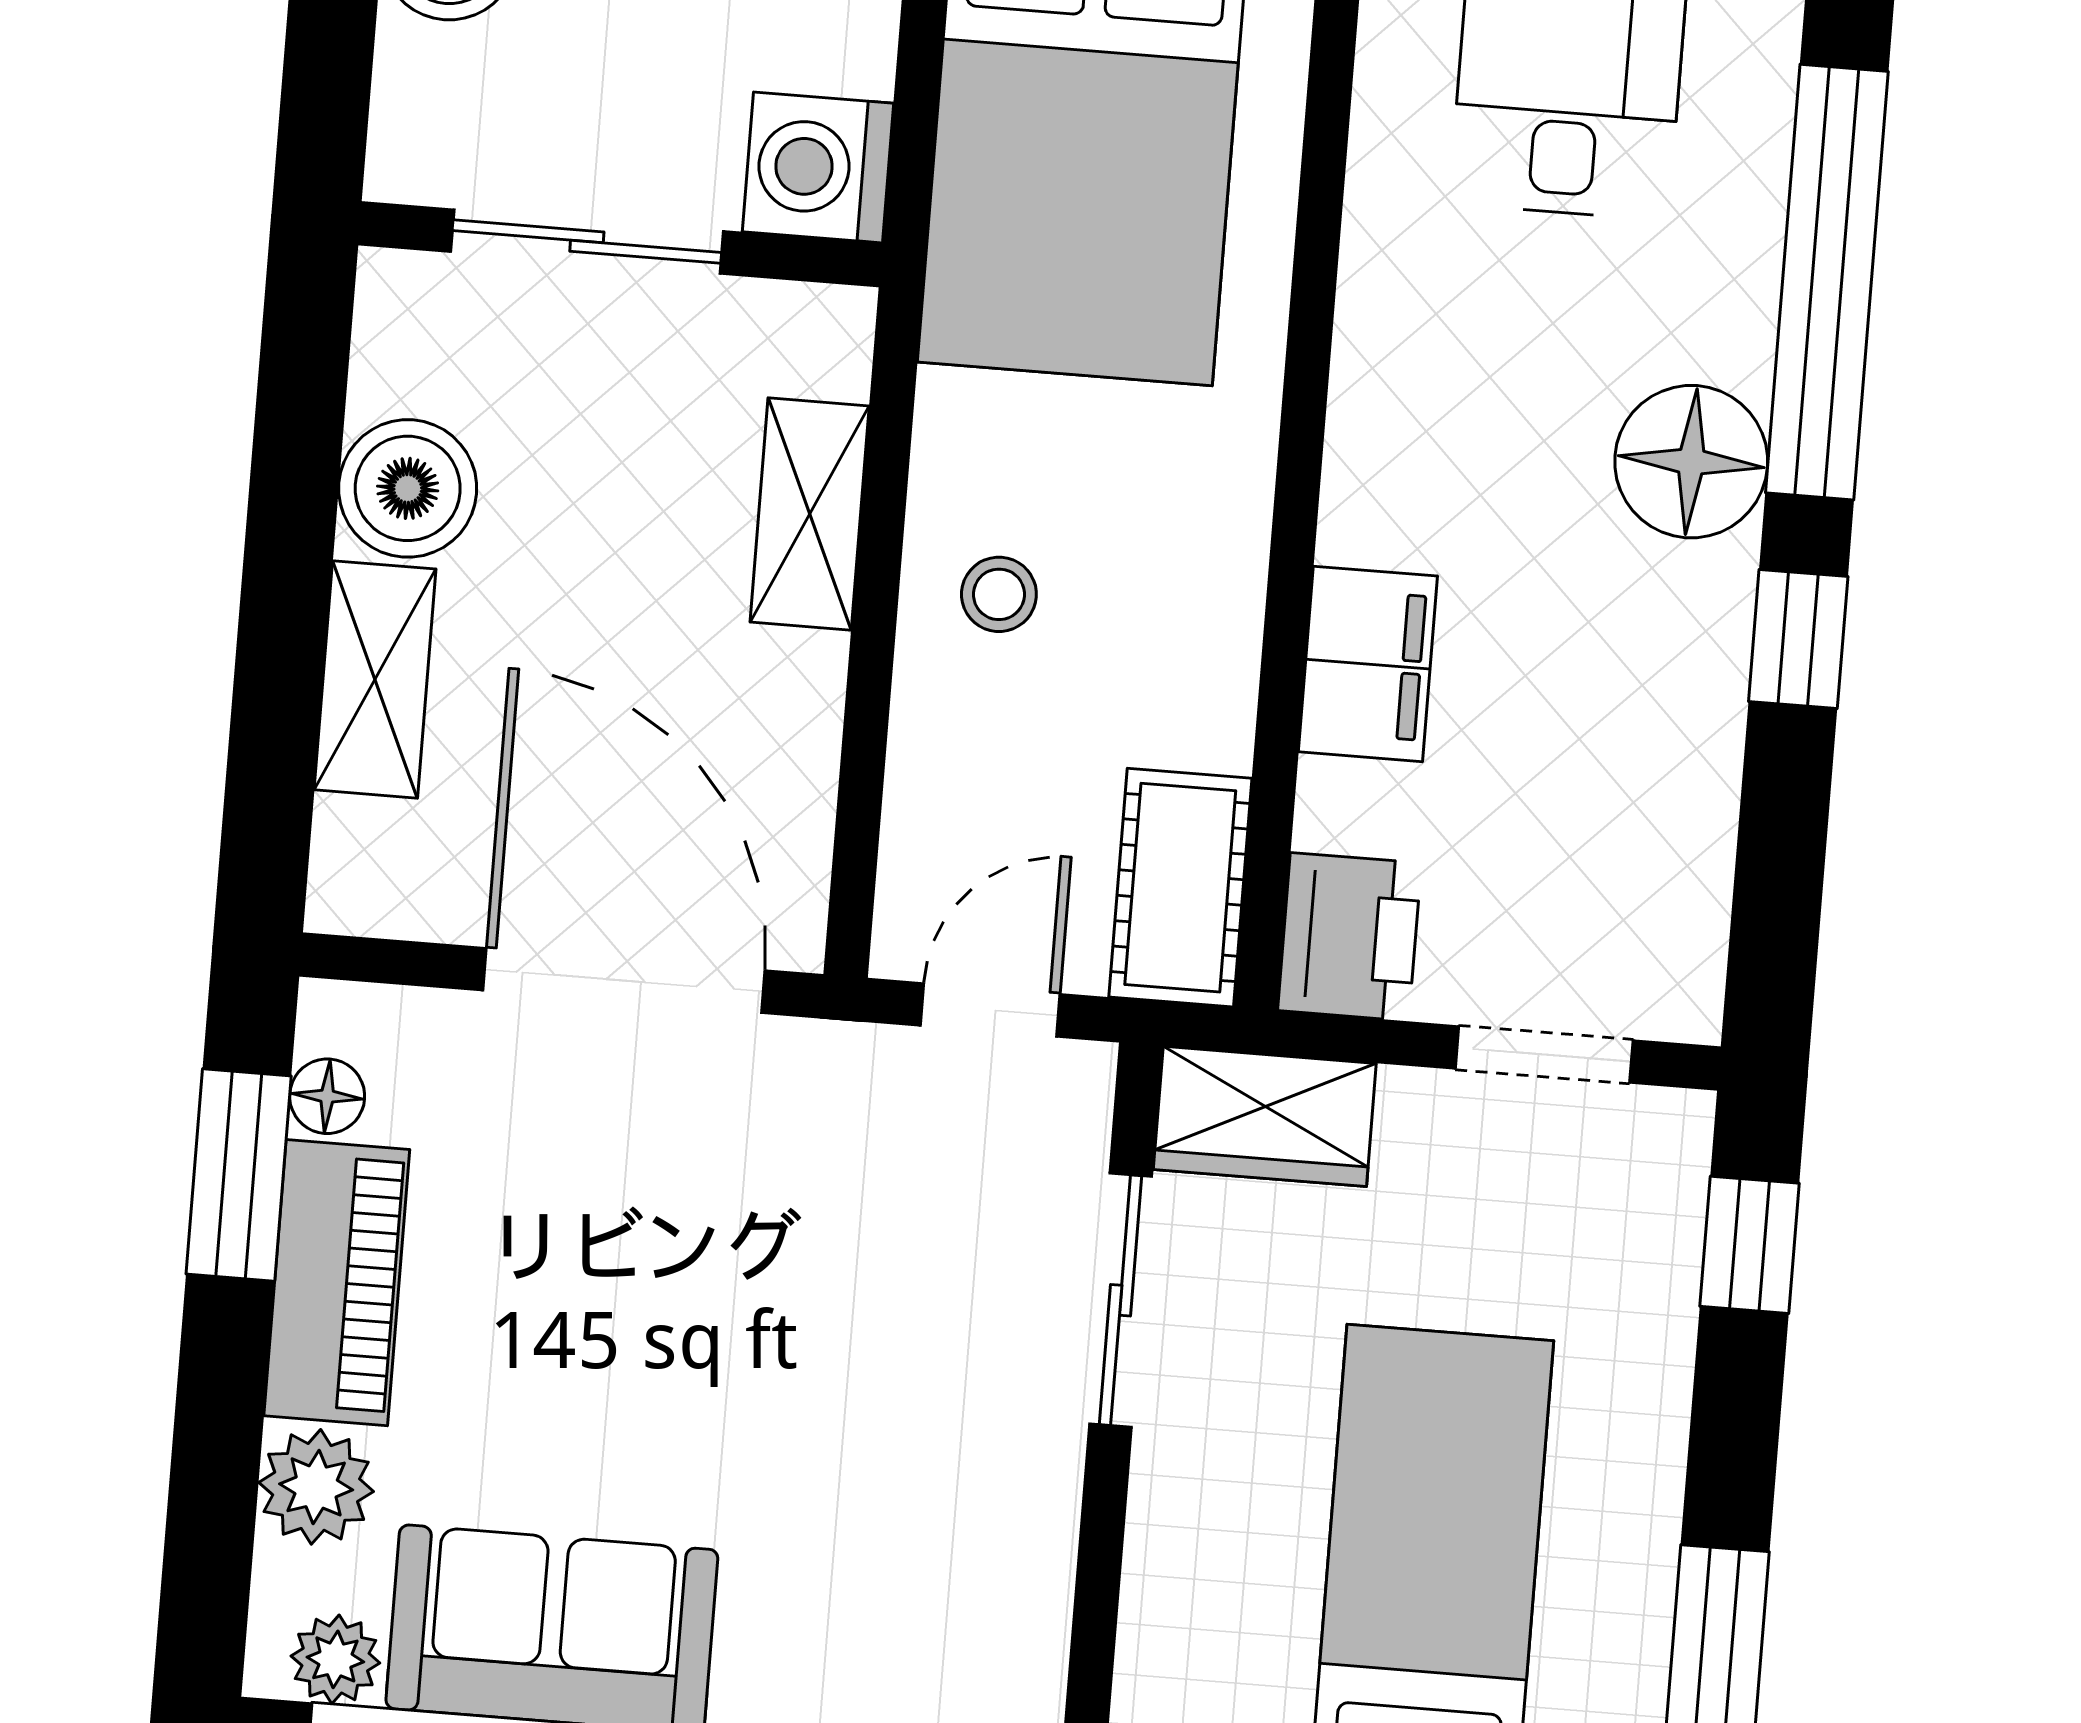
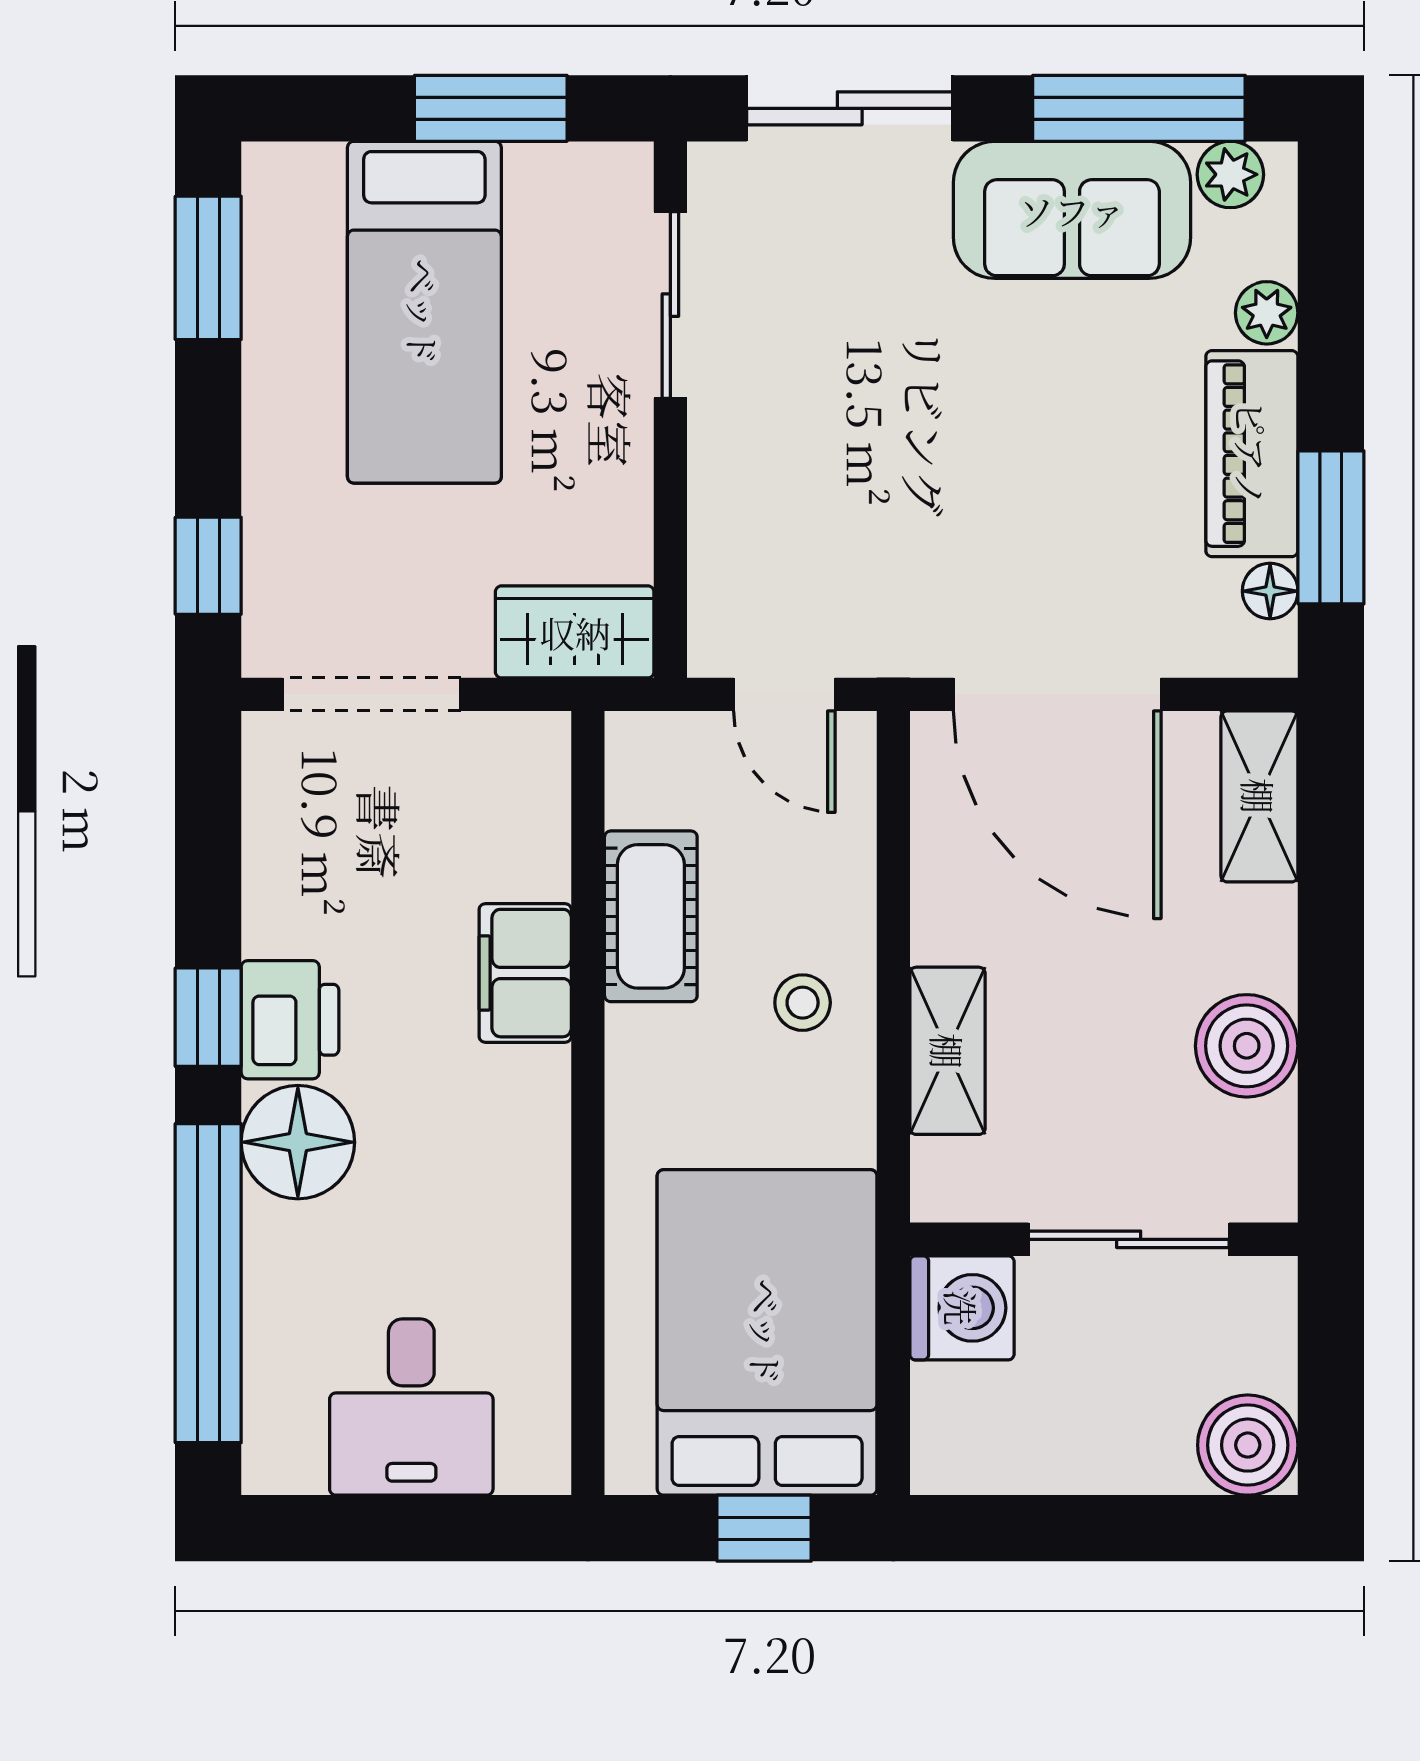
shelving: (375, 679) -> (1259, 796), moved
cot: (1180, 888) -> (651, 916), moved
printer: (1350, 937) -> (290, 1020), moved, turned 180
door: (990, 1010) -> (784, 694), hinge flipped
doorway: (1544, 1054) -> (372, 694), width x1.38
sliding door: (1121, 1300) -> (670, 305), moved
plant: (316, 1487) -> (1267, 313), width x0.73, depth x0.73

